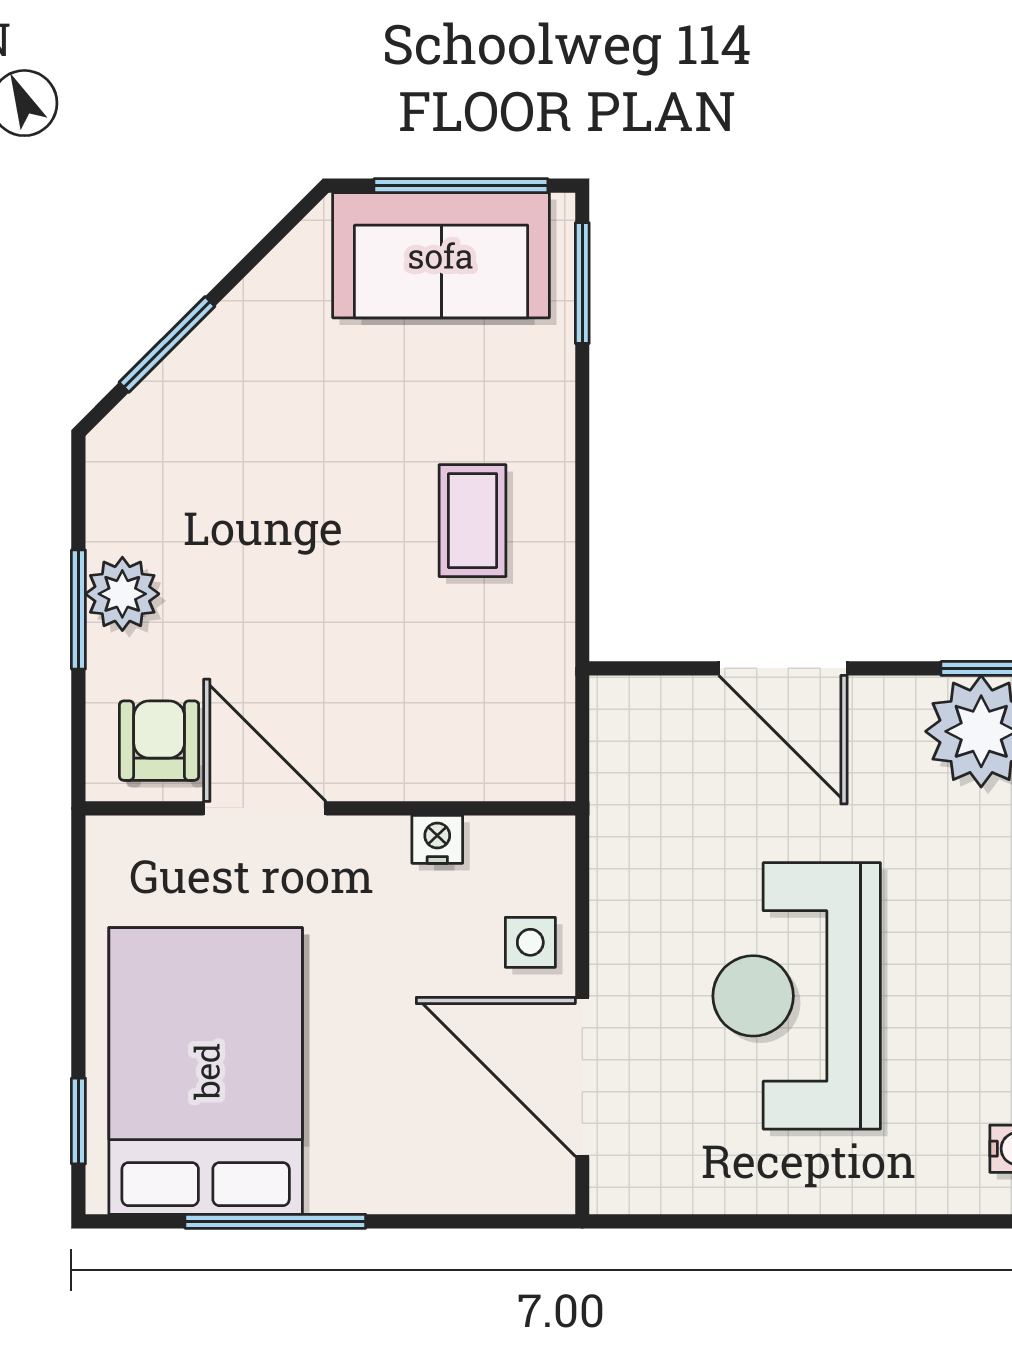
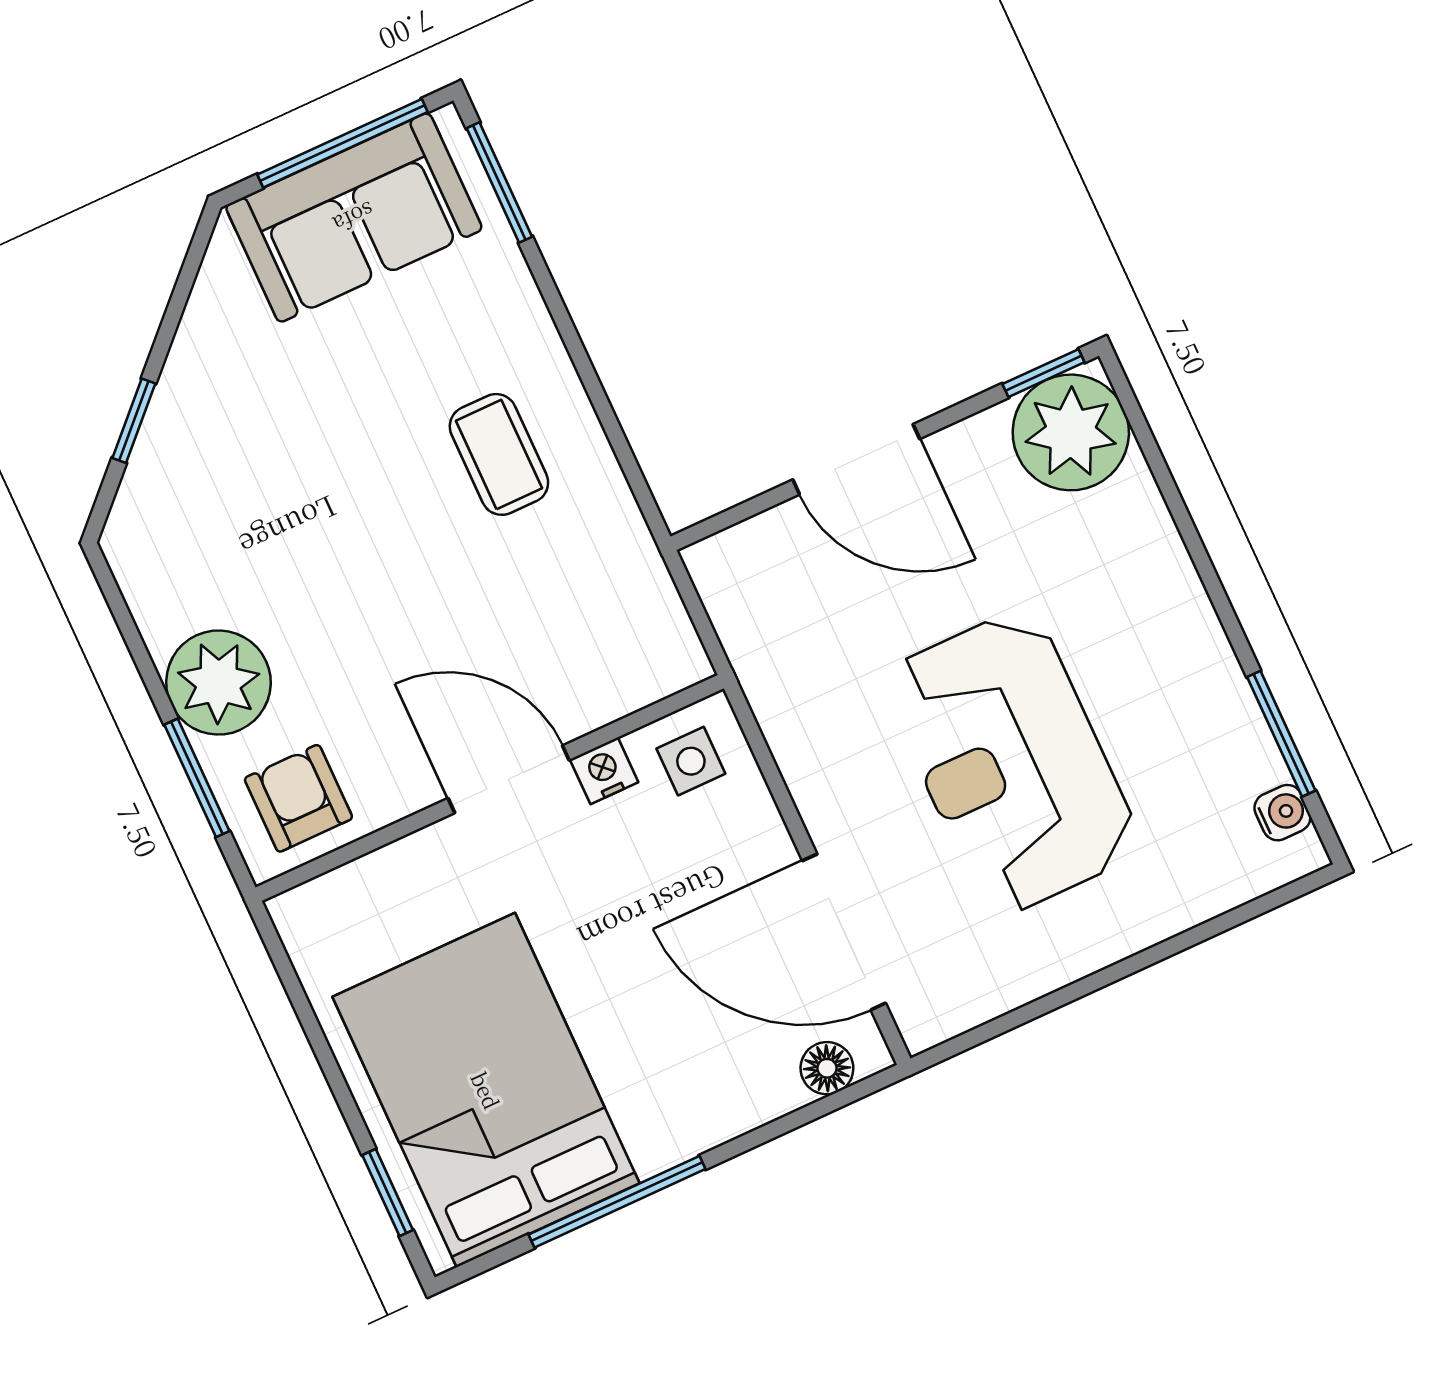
window: (167, 344) -> (134, 421), width x0.67
plant: (122, 594) -> (218, 683), width x1.36, depth x1.36
window: (78, 610) -> (197, 778), moved
door: (265, 808) -> (509, 779), moved
side table: (530, 942) -> (691, 761), moved
floor lamp: (513, 1189) -> (827, 1068), added

